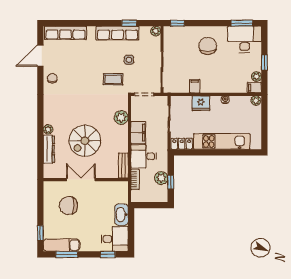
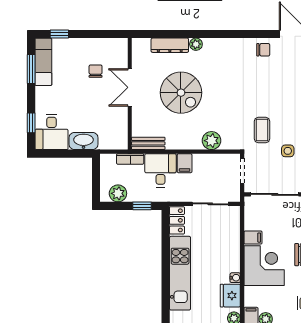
corner desk: (216, 78) -> (264, 266), added
fridge: (201, 103) -> (230, 296), moved
filing cabinet: (138, 132) -> (185, 163), width x0.50
spiral stairs: (85, 141) -> (181, 93), turned 180
plant: (161, 178) -> (118, 193), moved
double door: (81, 180) -> (130, 87), swing flipped
window: (171, 182) -> (142, 206), moved
chair: (68, 206) -> (96, 71), width x0.54, depth x0.54

